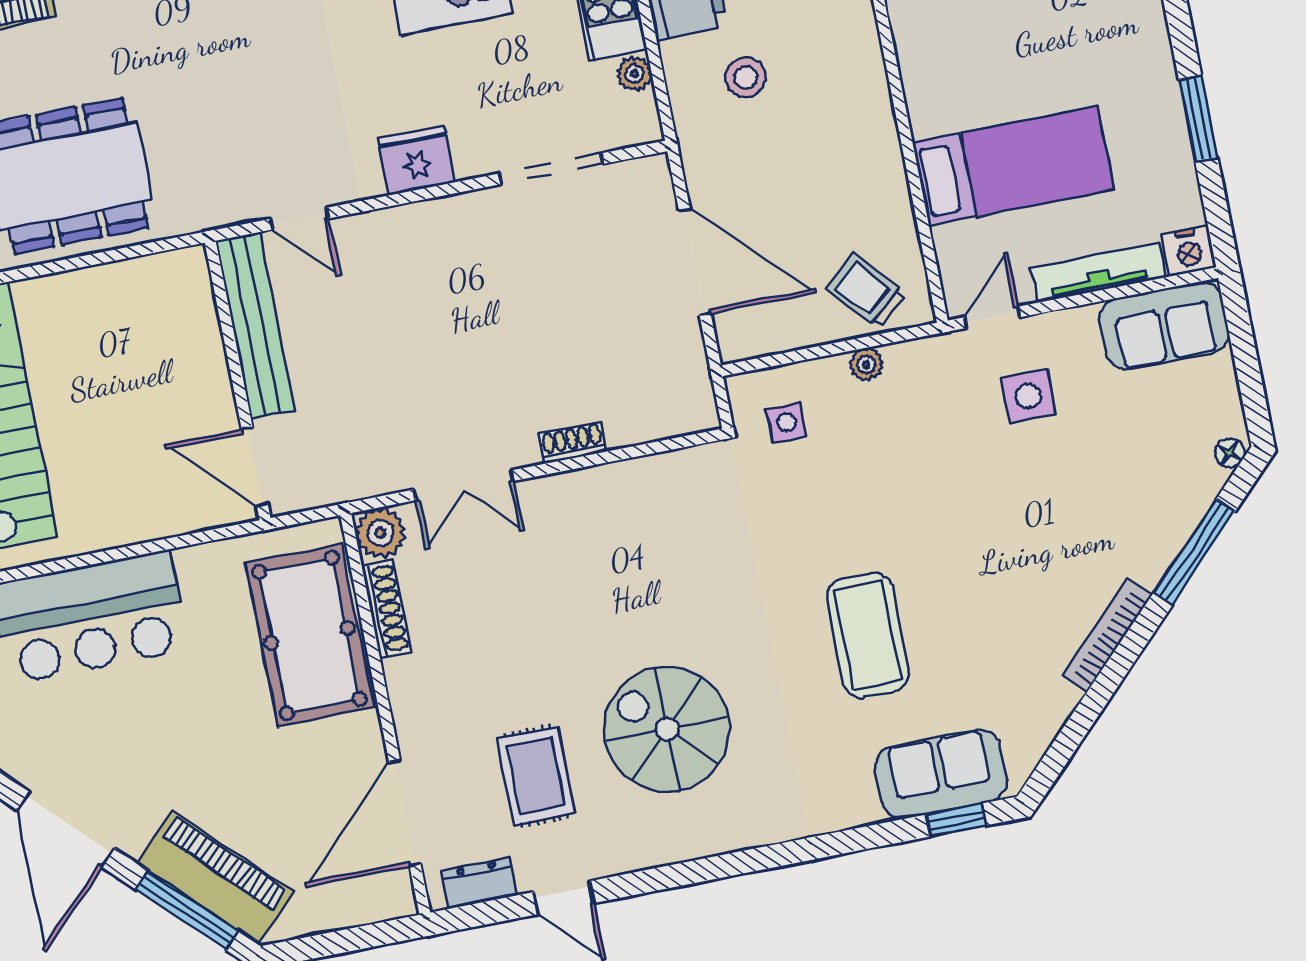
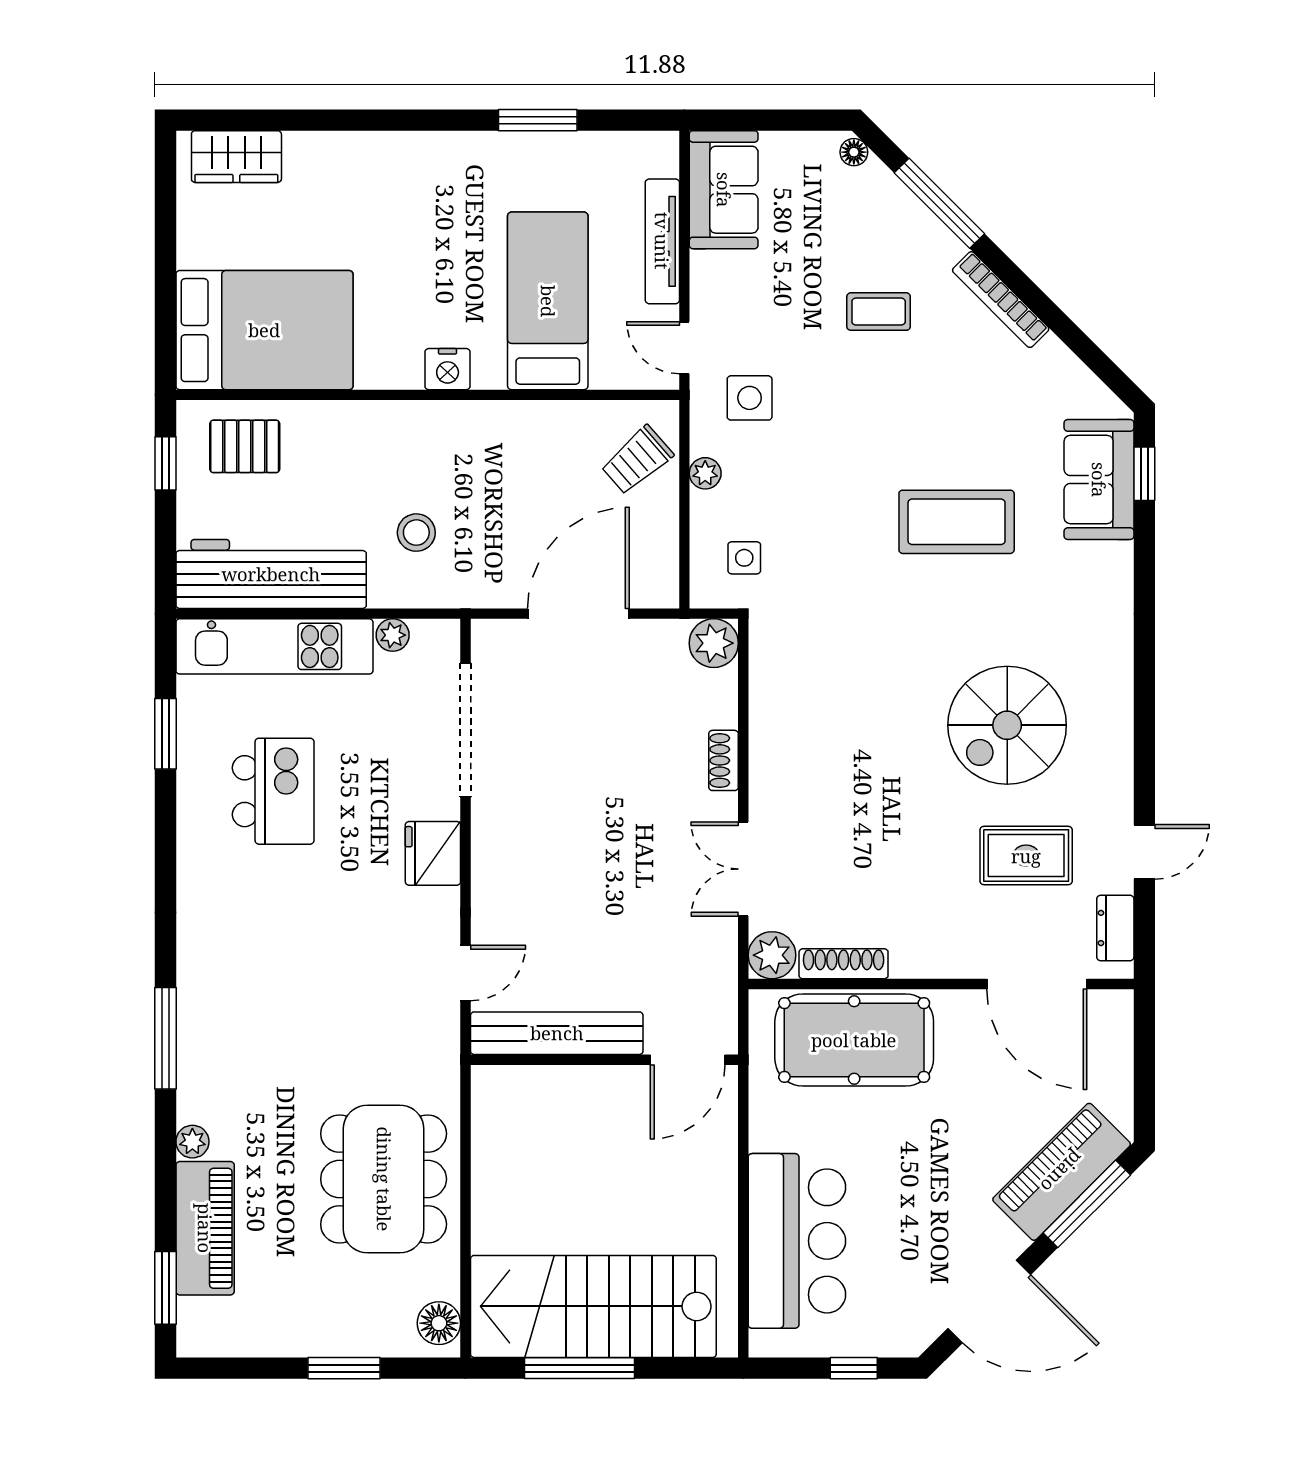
doorway: (551, 169) -> (466, 730), width x1.36
nightstand: (1189, 251) -> (448, 369), moved, turned 90
side table: (1028, 396) -> (750, 398), moved
plant: (692, 408) -> (714, 643), added
double door: (464, 485) -> (743, 869), swing flipped
coffee table: (1070, 511) -> (879, 312), added

